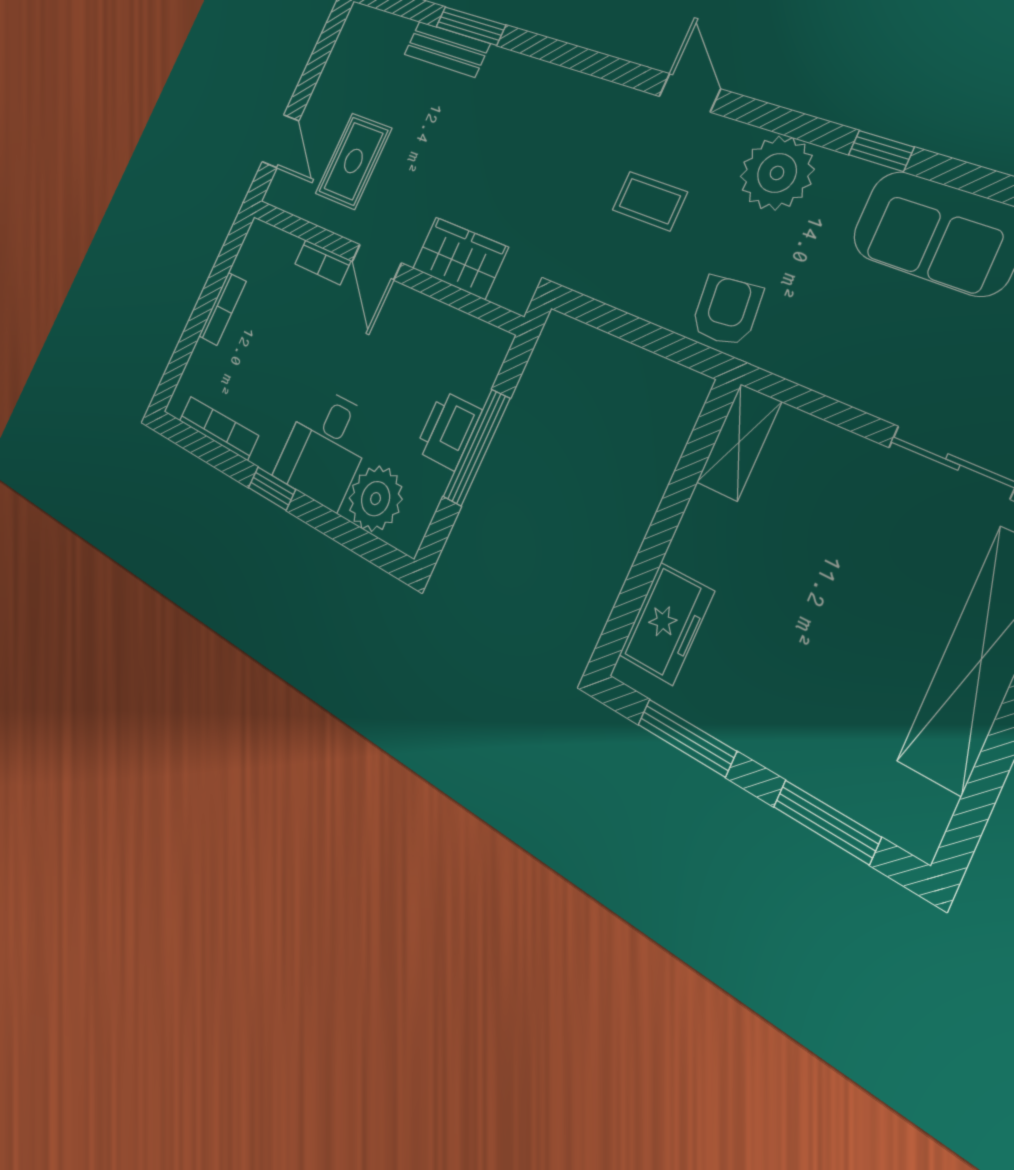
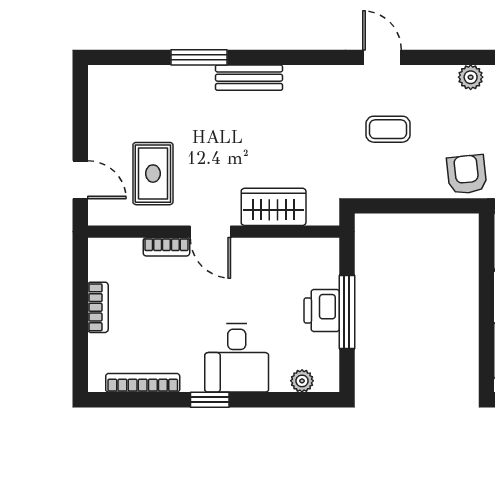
bench: (447, 49) -> (249, 78), moved
plant: (777, 173) -> (471, 77), width x0.53, depth x0.53
plant: (376, 499) -> (302, 381), width x0.53, depth x0.53

